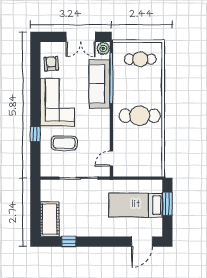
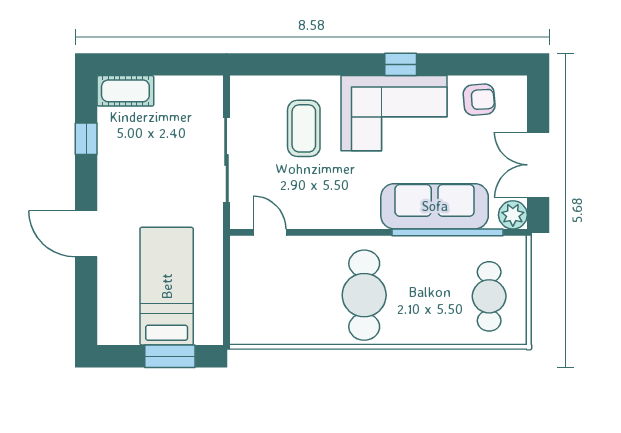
window: (35, 134) -> (401, 64), moved
cot: (50, 219) -> (125, 91), width x0.73, depth x0.75
door: (142, 242) -> (86, 234), moved

